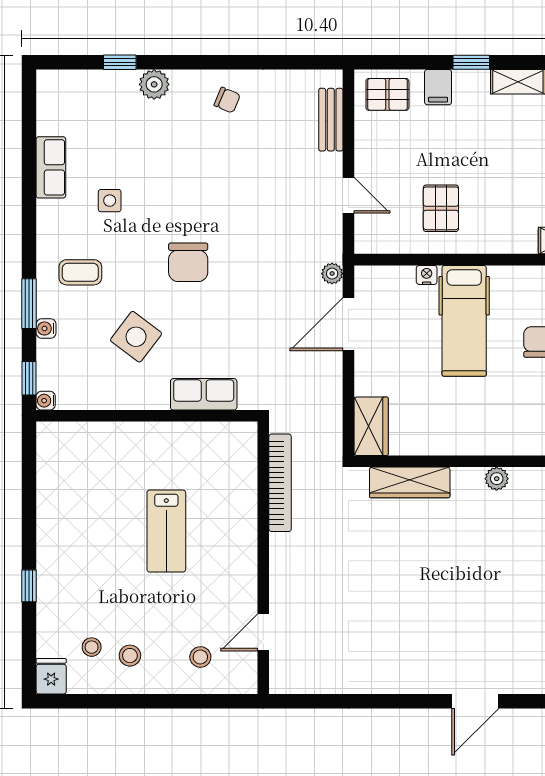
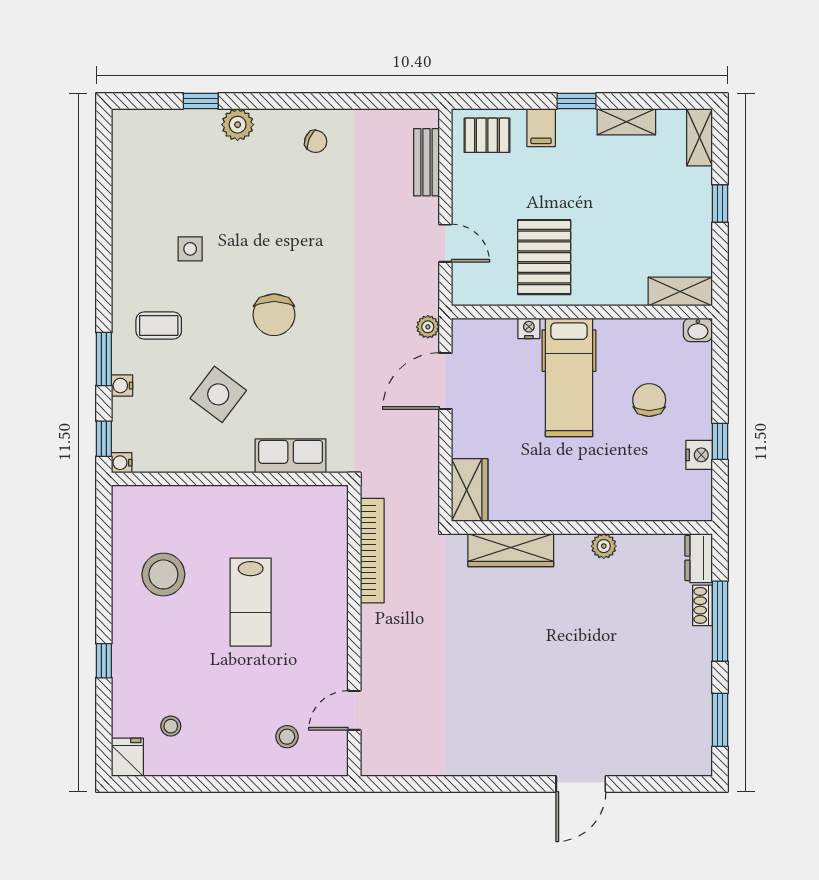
row of seats: (51, 167) -> (127, 213), removed
pallet: (441, 208) -> (544, 257), width x1.50, depth x1.42
stool: (130, 656) -> (163, 574), moved, width x1.89, depth x1.89

